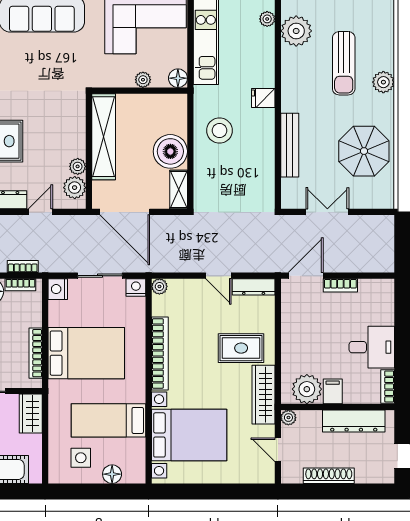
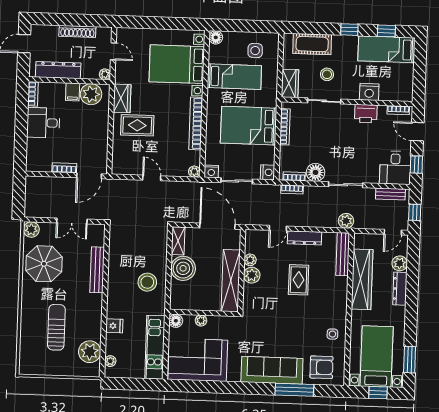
plant: (383, 82) -> (31, 230), moved
fridge: (263, 98) -> (114, 326), moved
plant: (75, 188) -> (252, 275), moved
dresser: (254, 287) -> (127, 169), removed
wardrobe: (263, 395) -> (122, 98), width x0.67
floor lamp: (112, 474) -> (216, 37), moved

